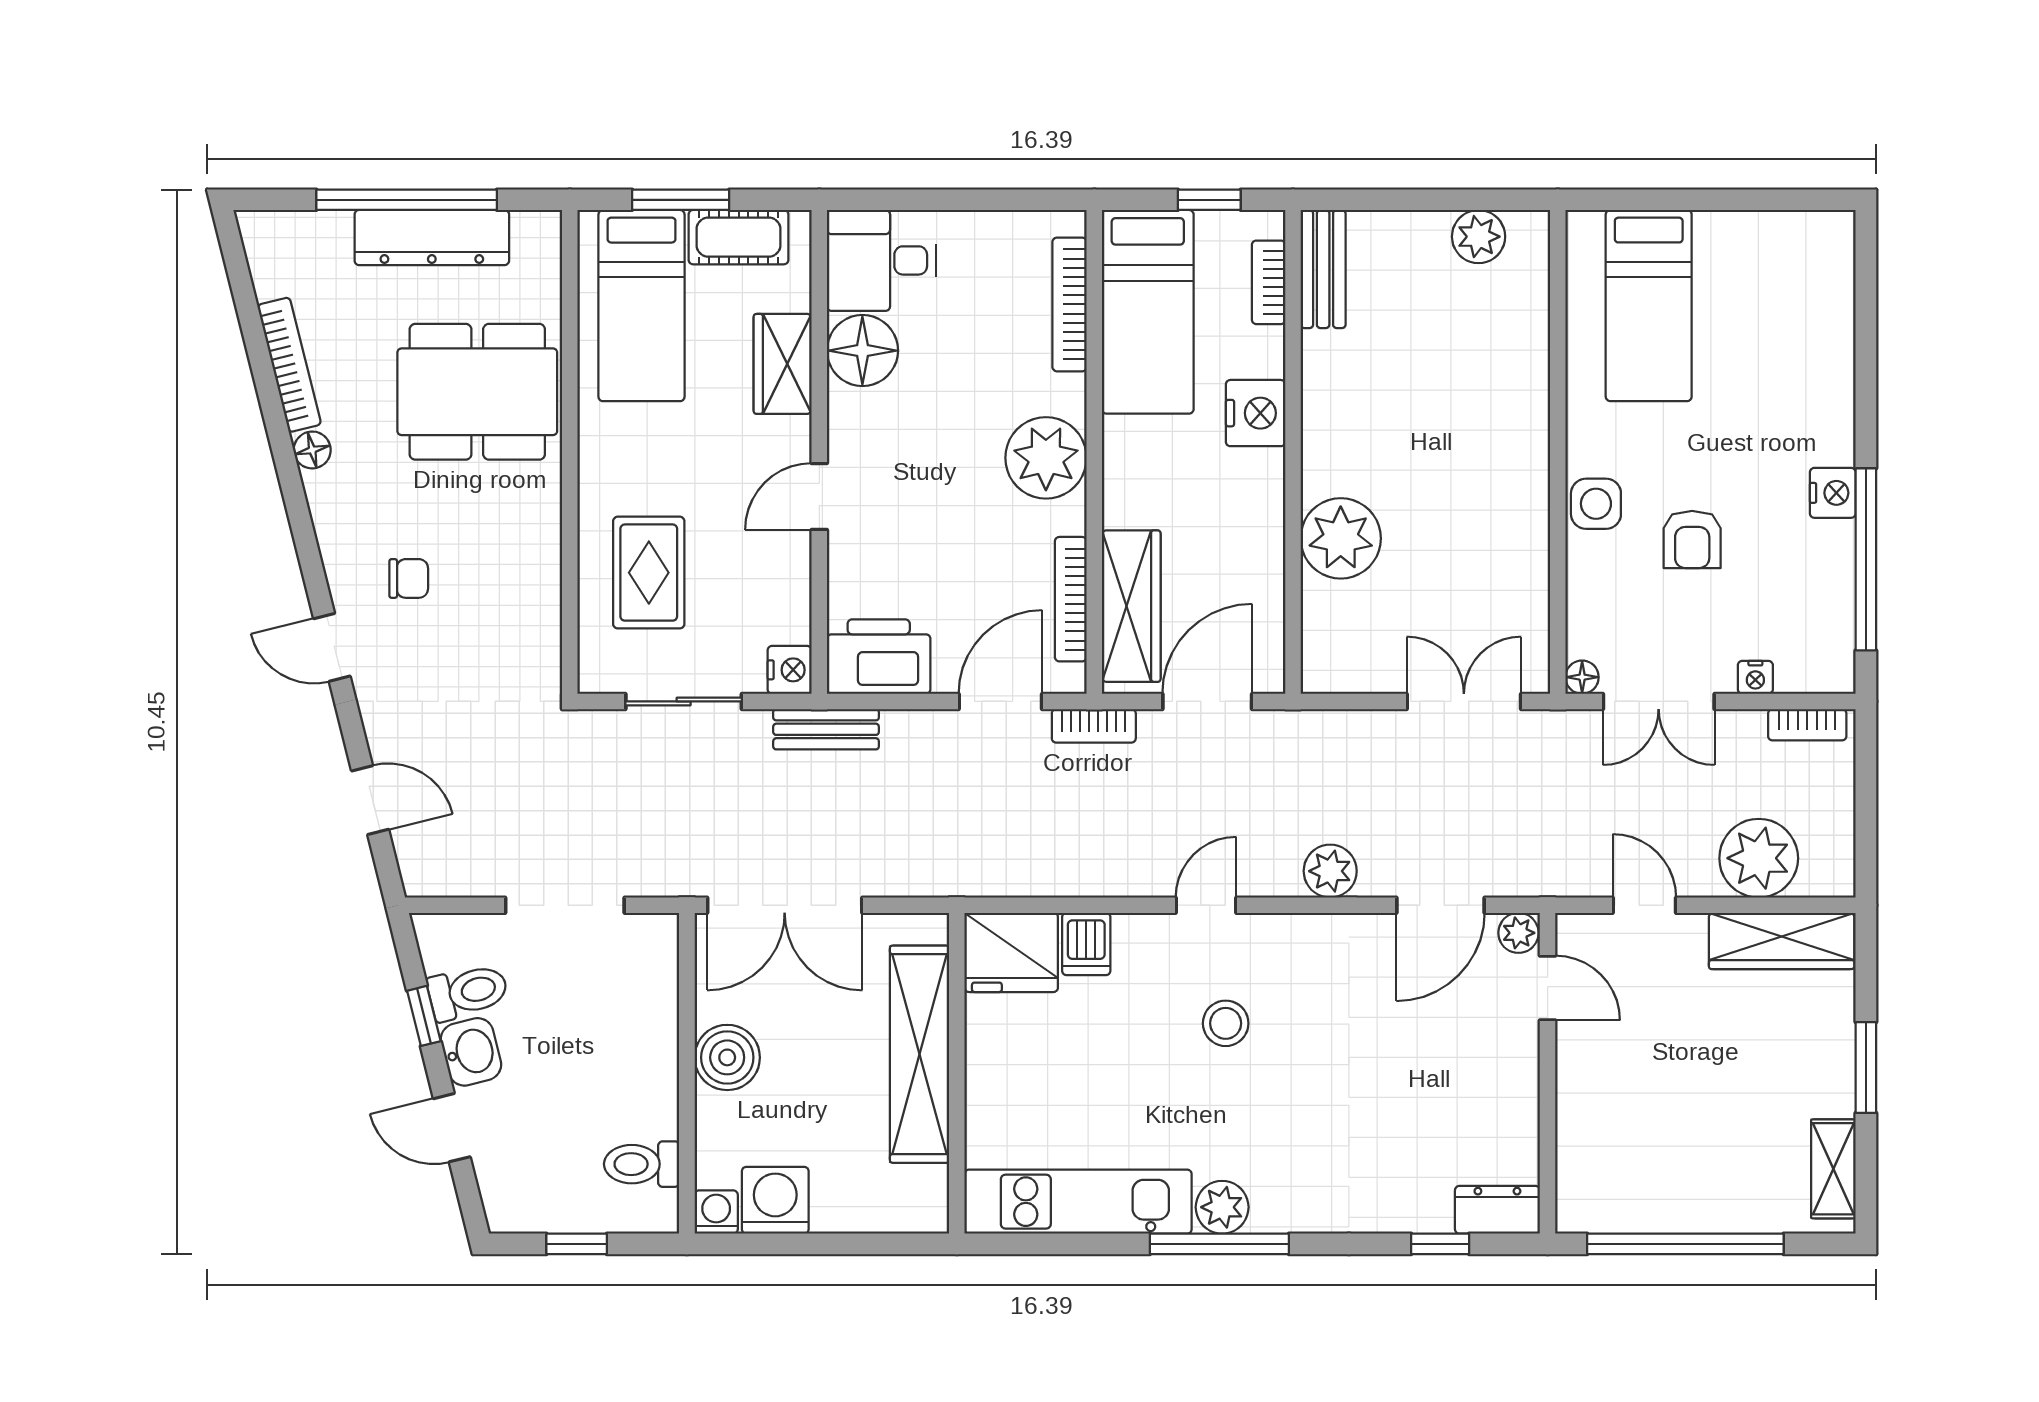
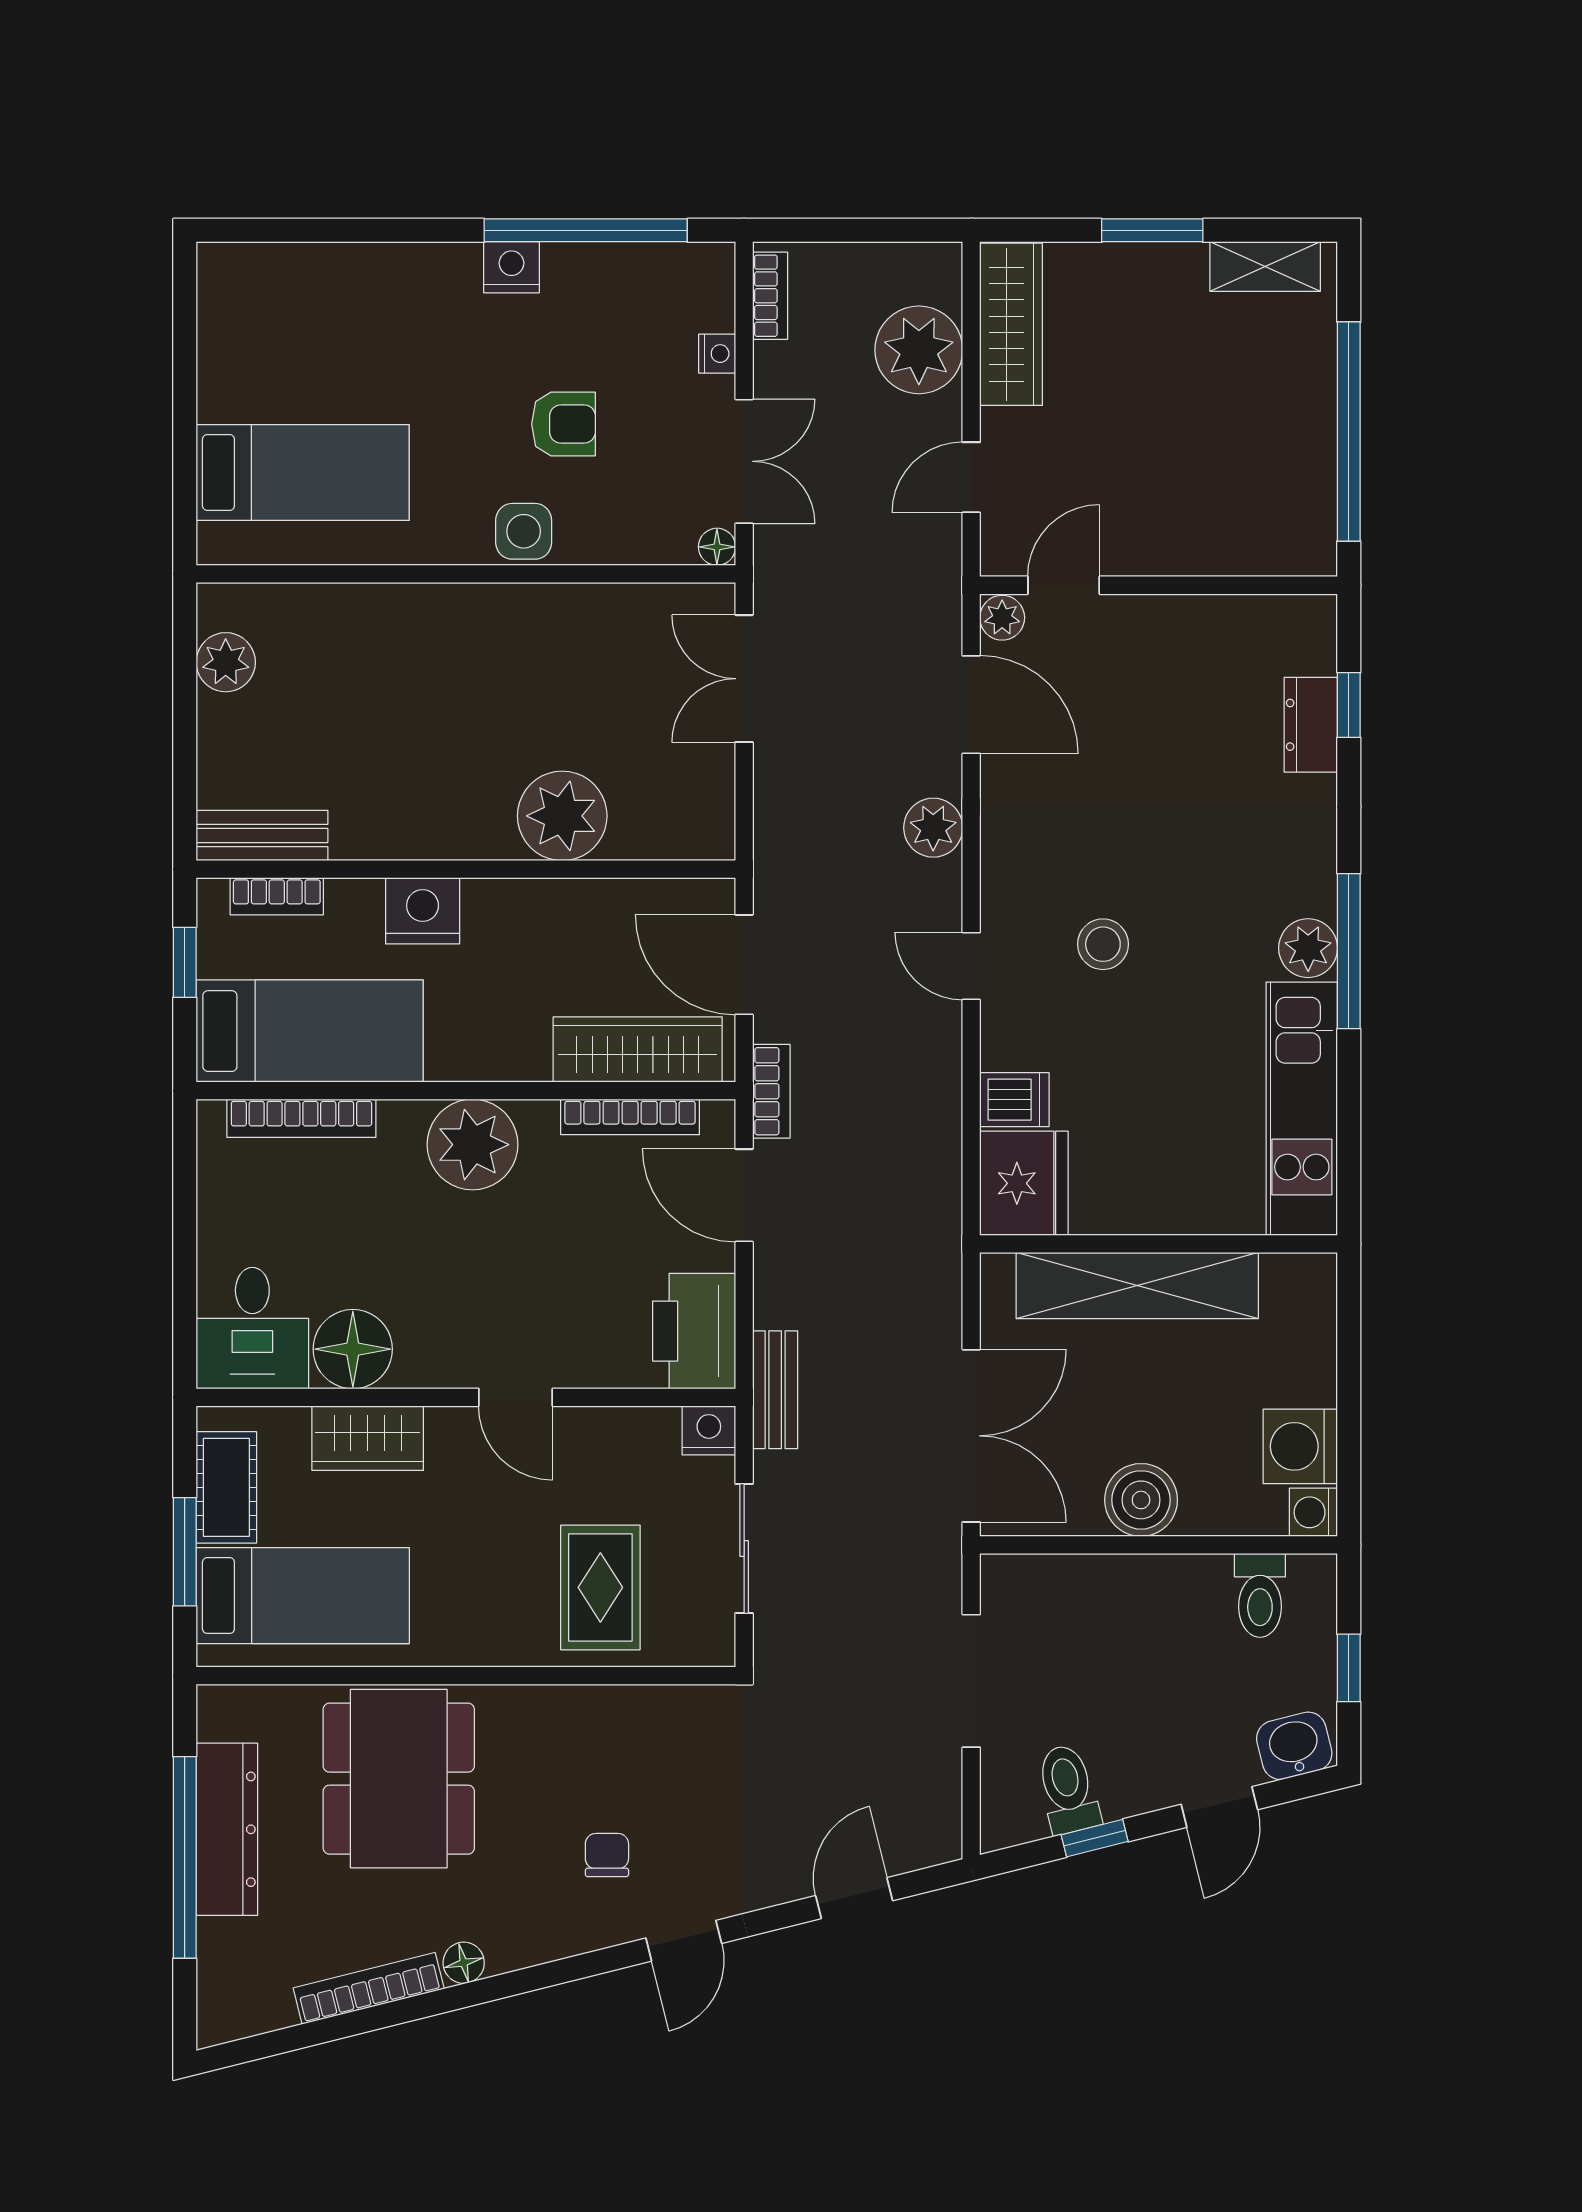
rug: (649, 573) -> (600, 1587), turned 90
washbasin: (471, 1052) -> (1294, 1746), moved
dresser: (1497, 1210) -> (1311, 725), moved

